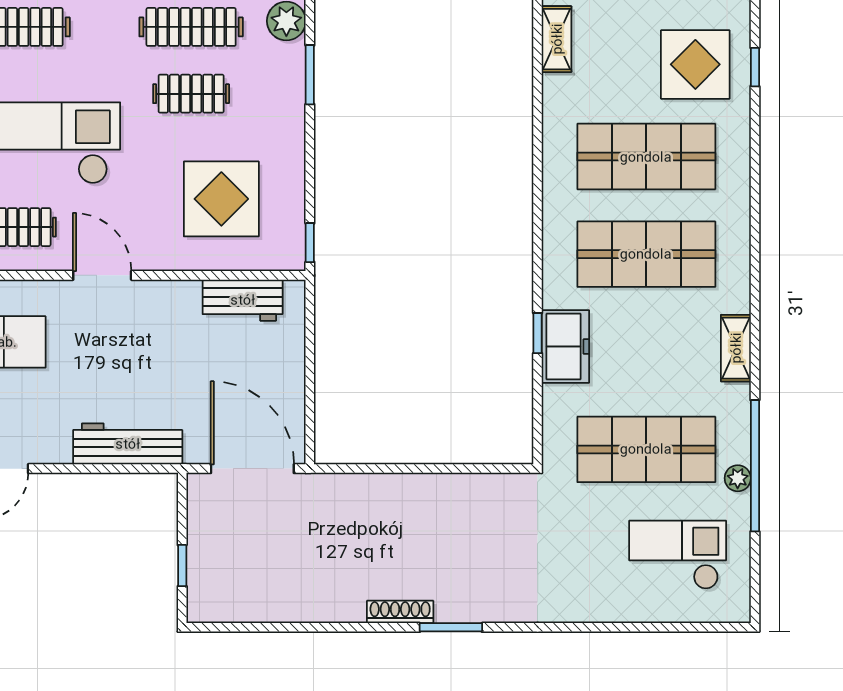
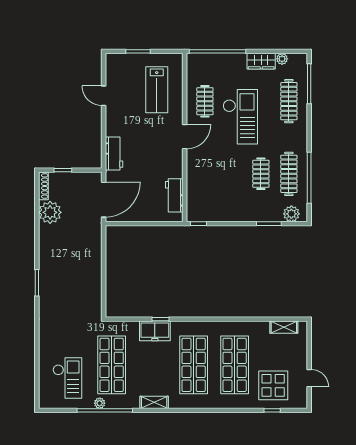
display table: (221, 199) -> (217, 186), removed
workbench: (128, 444) -> (114, 153), width x0.73
plant: (283, 596) -> (50, 212), added
shoe rack: (400, 612) -> (43, 186), moved

